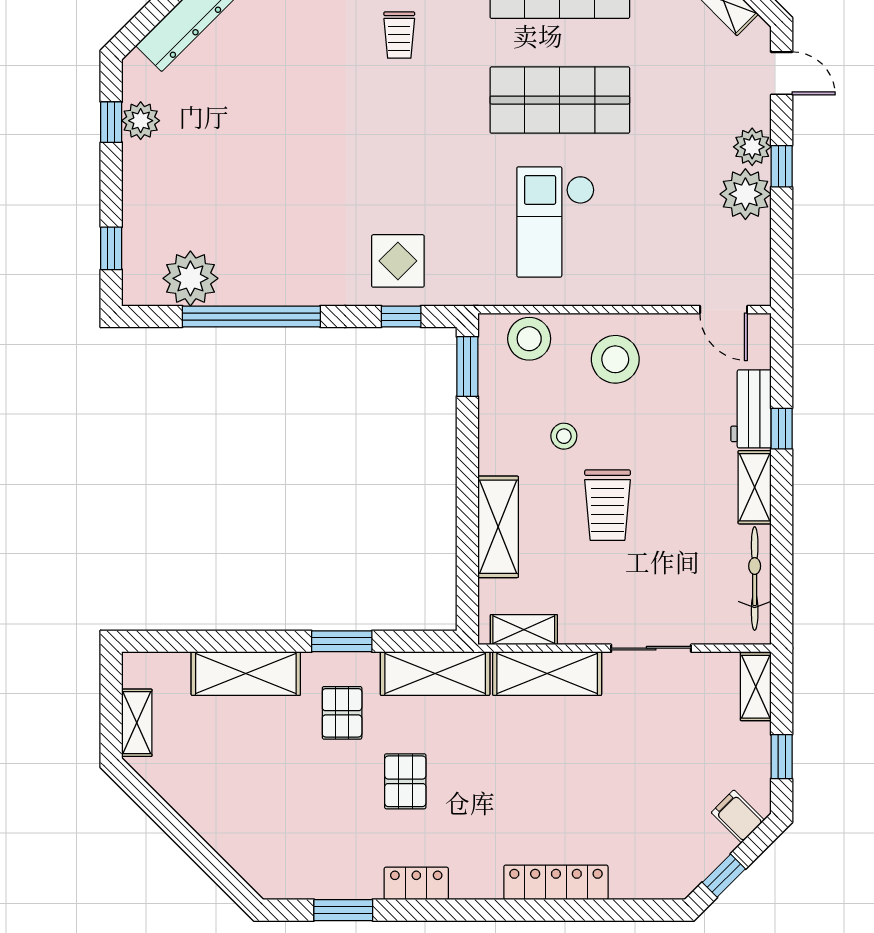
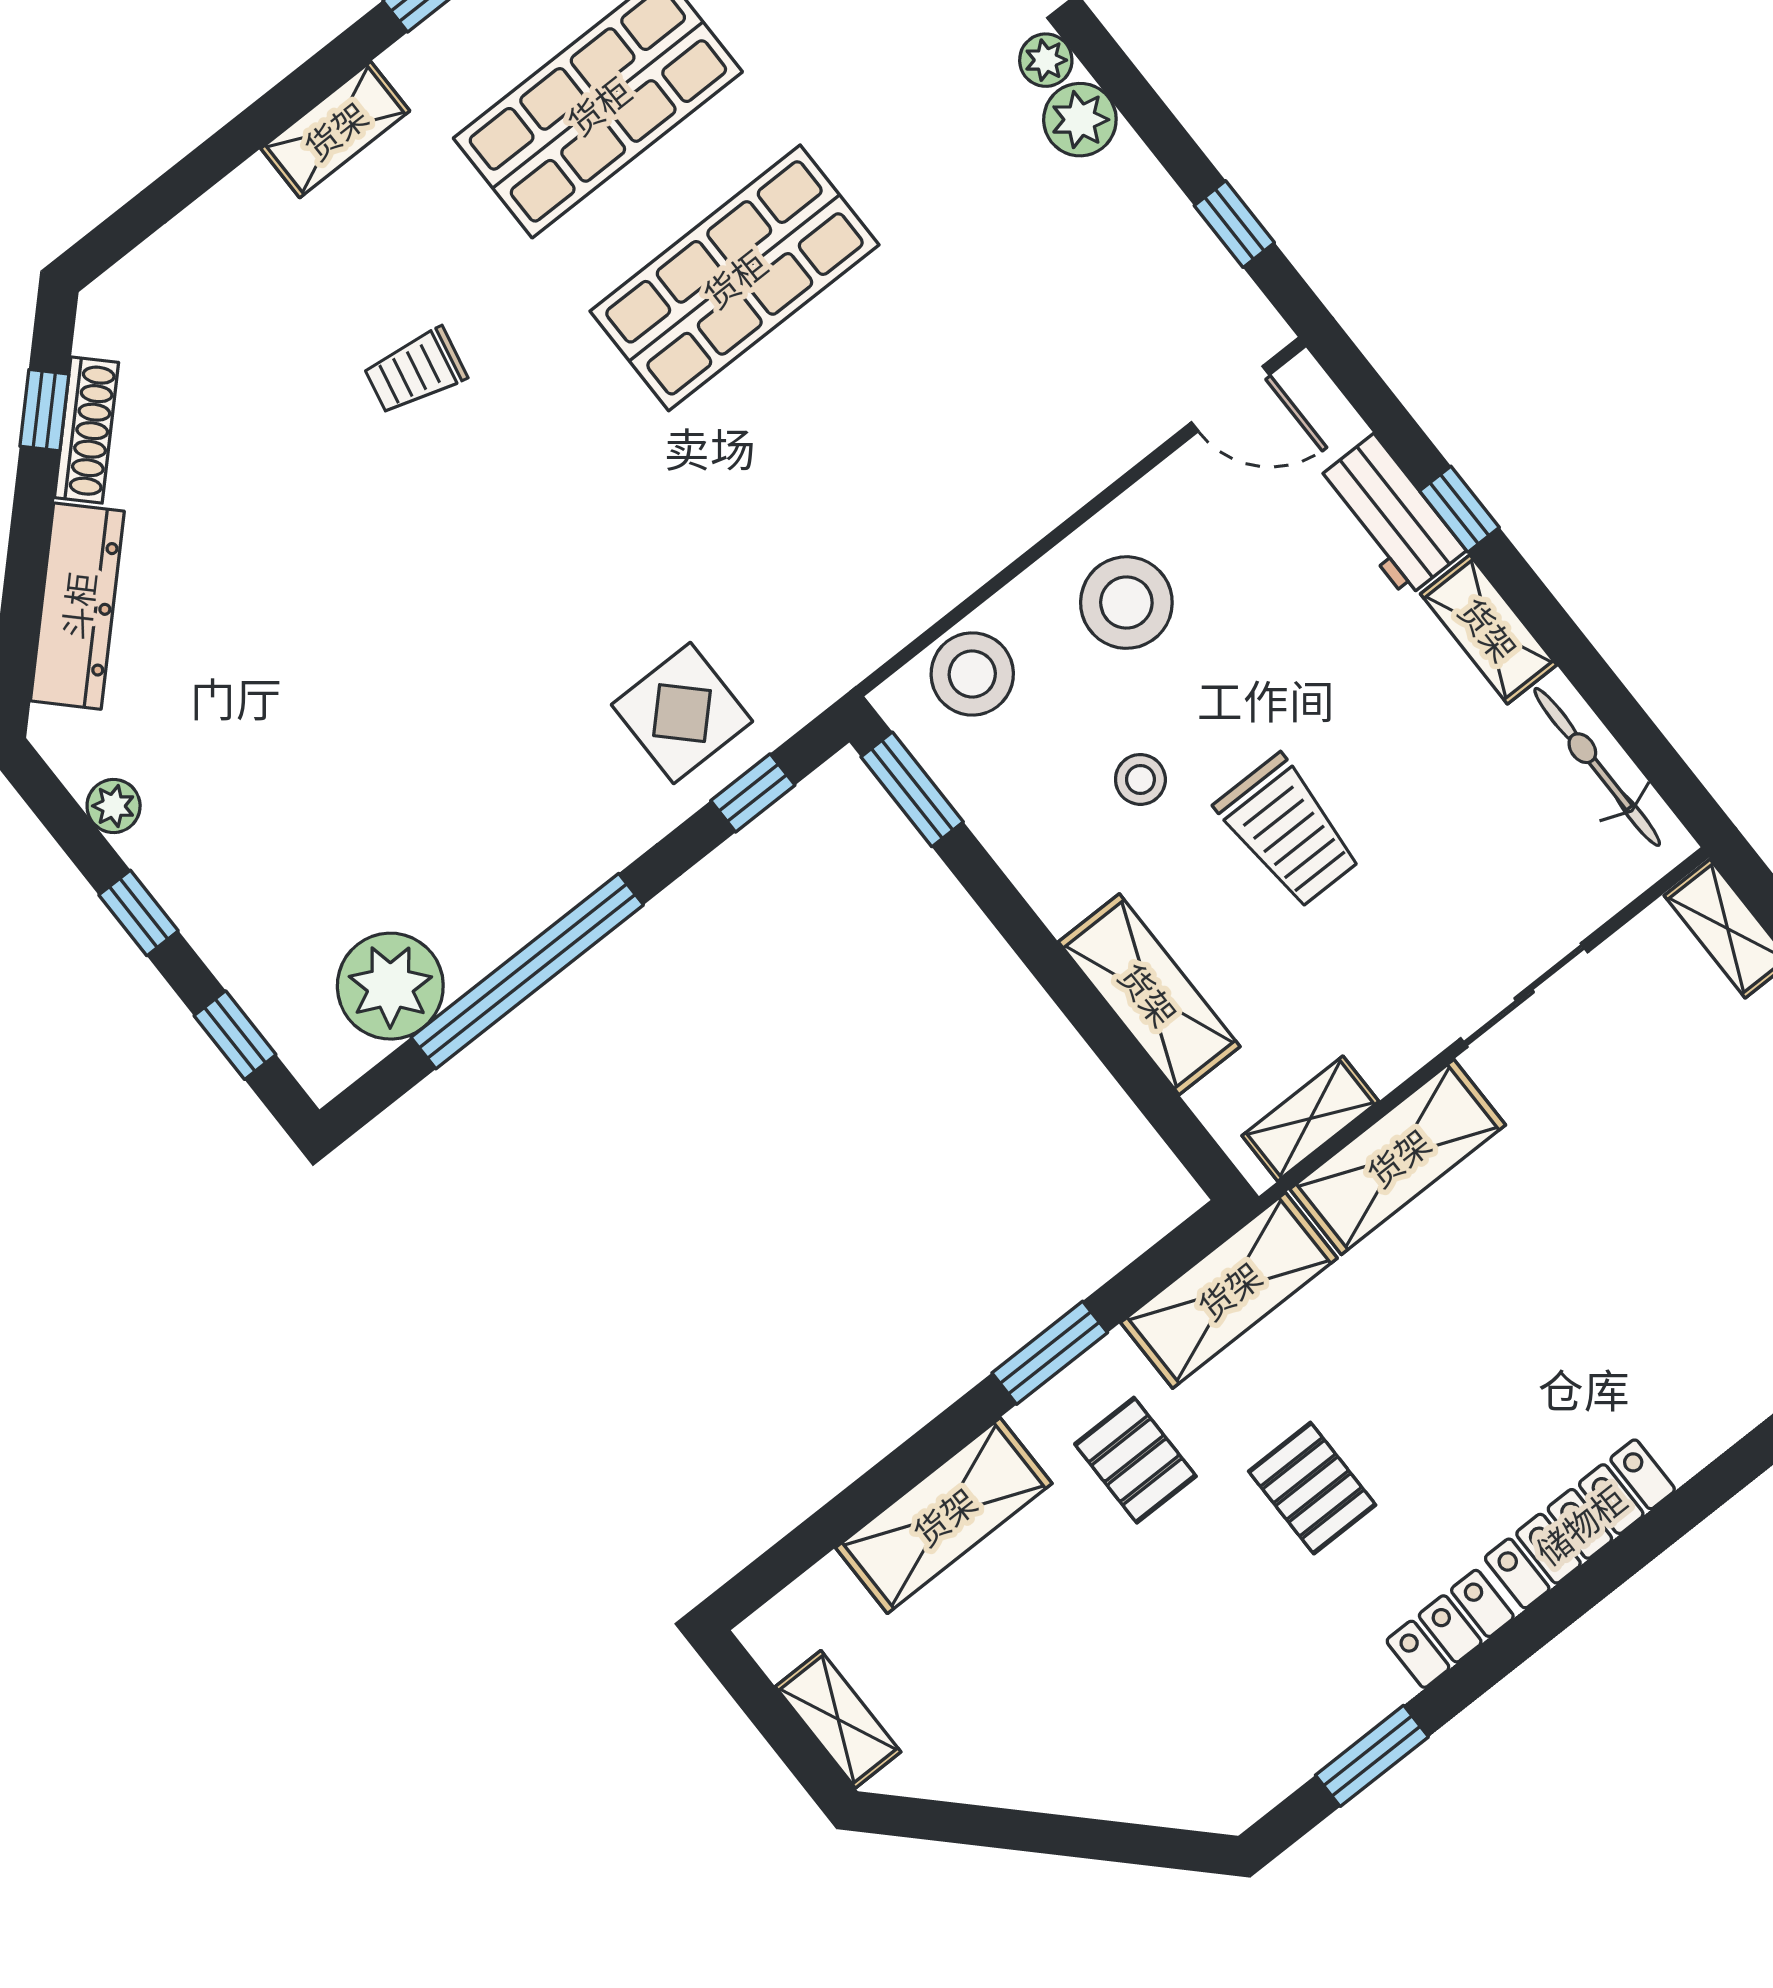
trolley: (399, 35) -> (415, 371), turned 102
plant: (141, 121) -> (114, 806), width x0.73, depth x0.73
window: (111, 122) -> (139, 913), moved
window: (782, 166) -> (1234, 224), moved
plant: (745, 194) -> (1046, 60), moved, width x0.53, depth x0.53
checkout: (556, 222) -> (873, 467), removed
locker: (556, 882) -> (1580, 1524), moved

